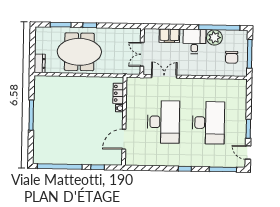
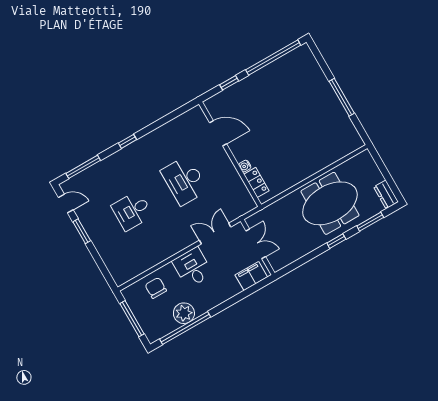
filing cabinet: (169, 36) -> (251, 276), moved
desk: (194, 42) -> (193, 268), moved, turned 180
chair: (232, 57) -> (156, 288), moved
dresser: (40, 63) -> (386, 194), moved
double door: (164, 76) -> (215, 234), swing flipped
desk: (163, 122) -> (184, 181), width x0.73, depth x0.77
desk: (208, 123) -> (132, 211), width x0.53, depth x0.77
door: (124, 139) -> (218, 133), hinge flipped

